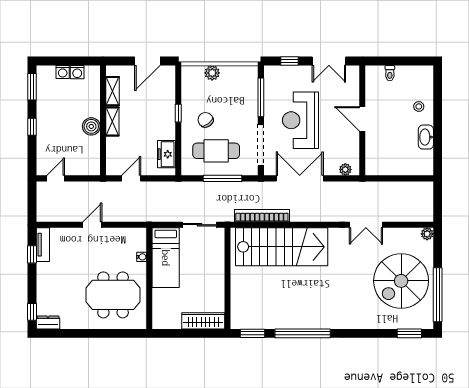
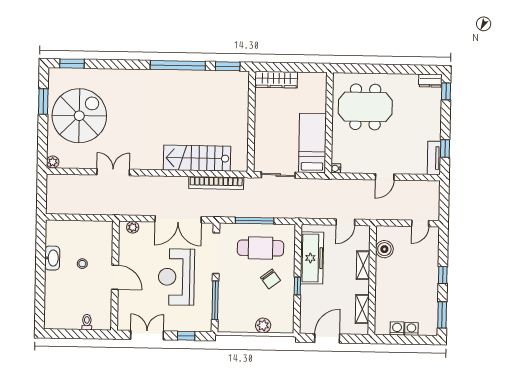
stool: (419, 106) -> (82, 264), moved
reception desk: (300, 120) -> (176, 277), turned 180
shelving: (112, 121) -> (363, 265), moved
boiler: (91, 126) -> (384, 249), moved
freezer: (166, 154) -> (312, 258), width x1.91, depth x1.26
stairs: (282, 247) -> (197, 158), width x0.73, depth x0.66
water cooler: (142, 257) -> (336, 168), moved
window: (438, 295) -> (43, 101), width x0.47

